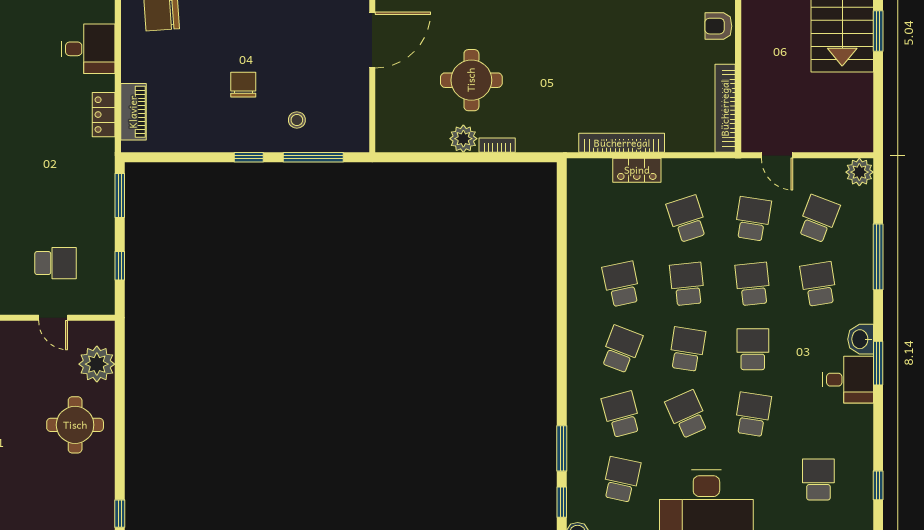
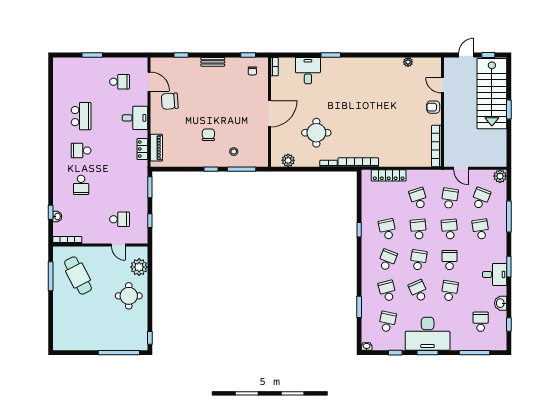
plant: (463, 139) -> (288, 160), moved
bookcase: (622, 143) -> (358, 162), moved
locker: (637, 170) -> (389, 175), width x1.53
washbasin: (861, 339) -> (501, 303), moved
window: (562, 502) -> (359, 230), moved

